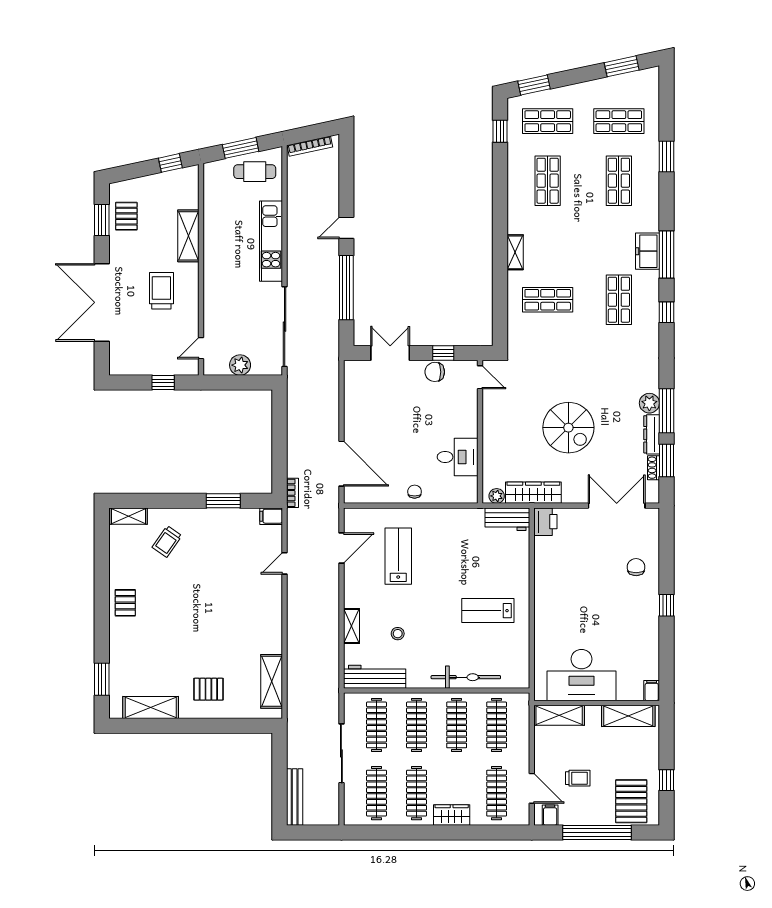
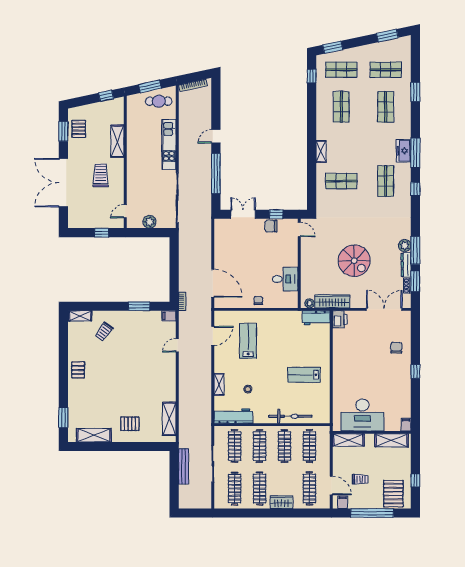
bench: (295, 797) -> (184, 466), moved

